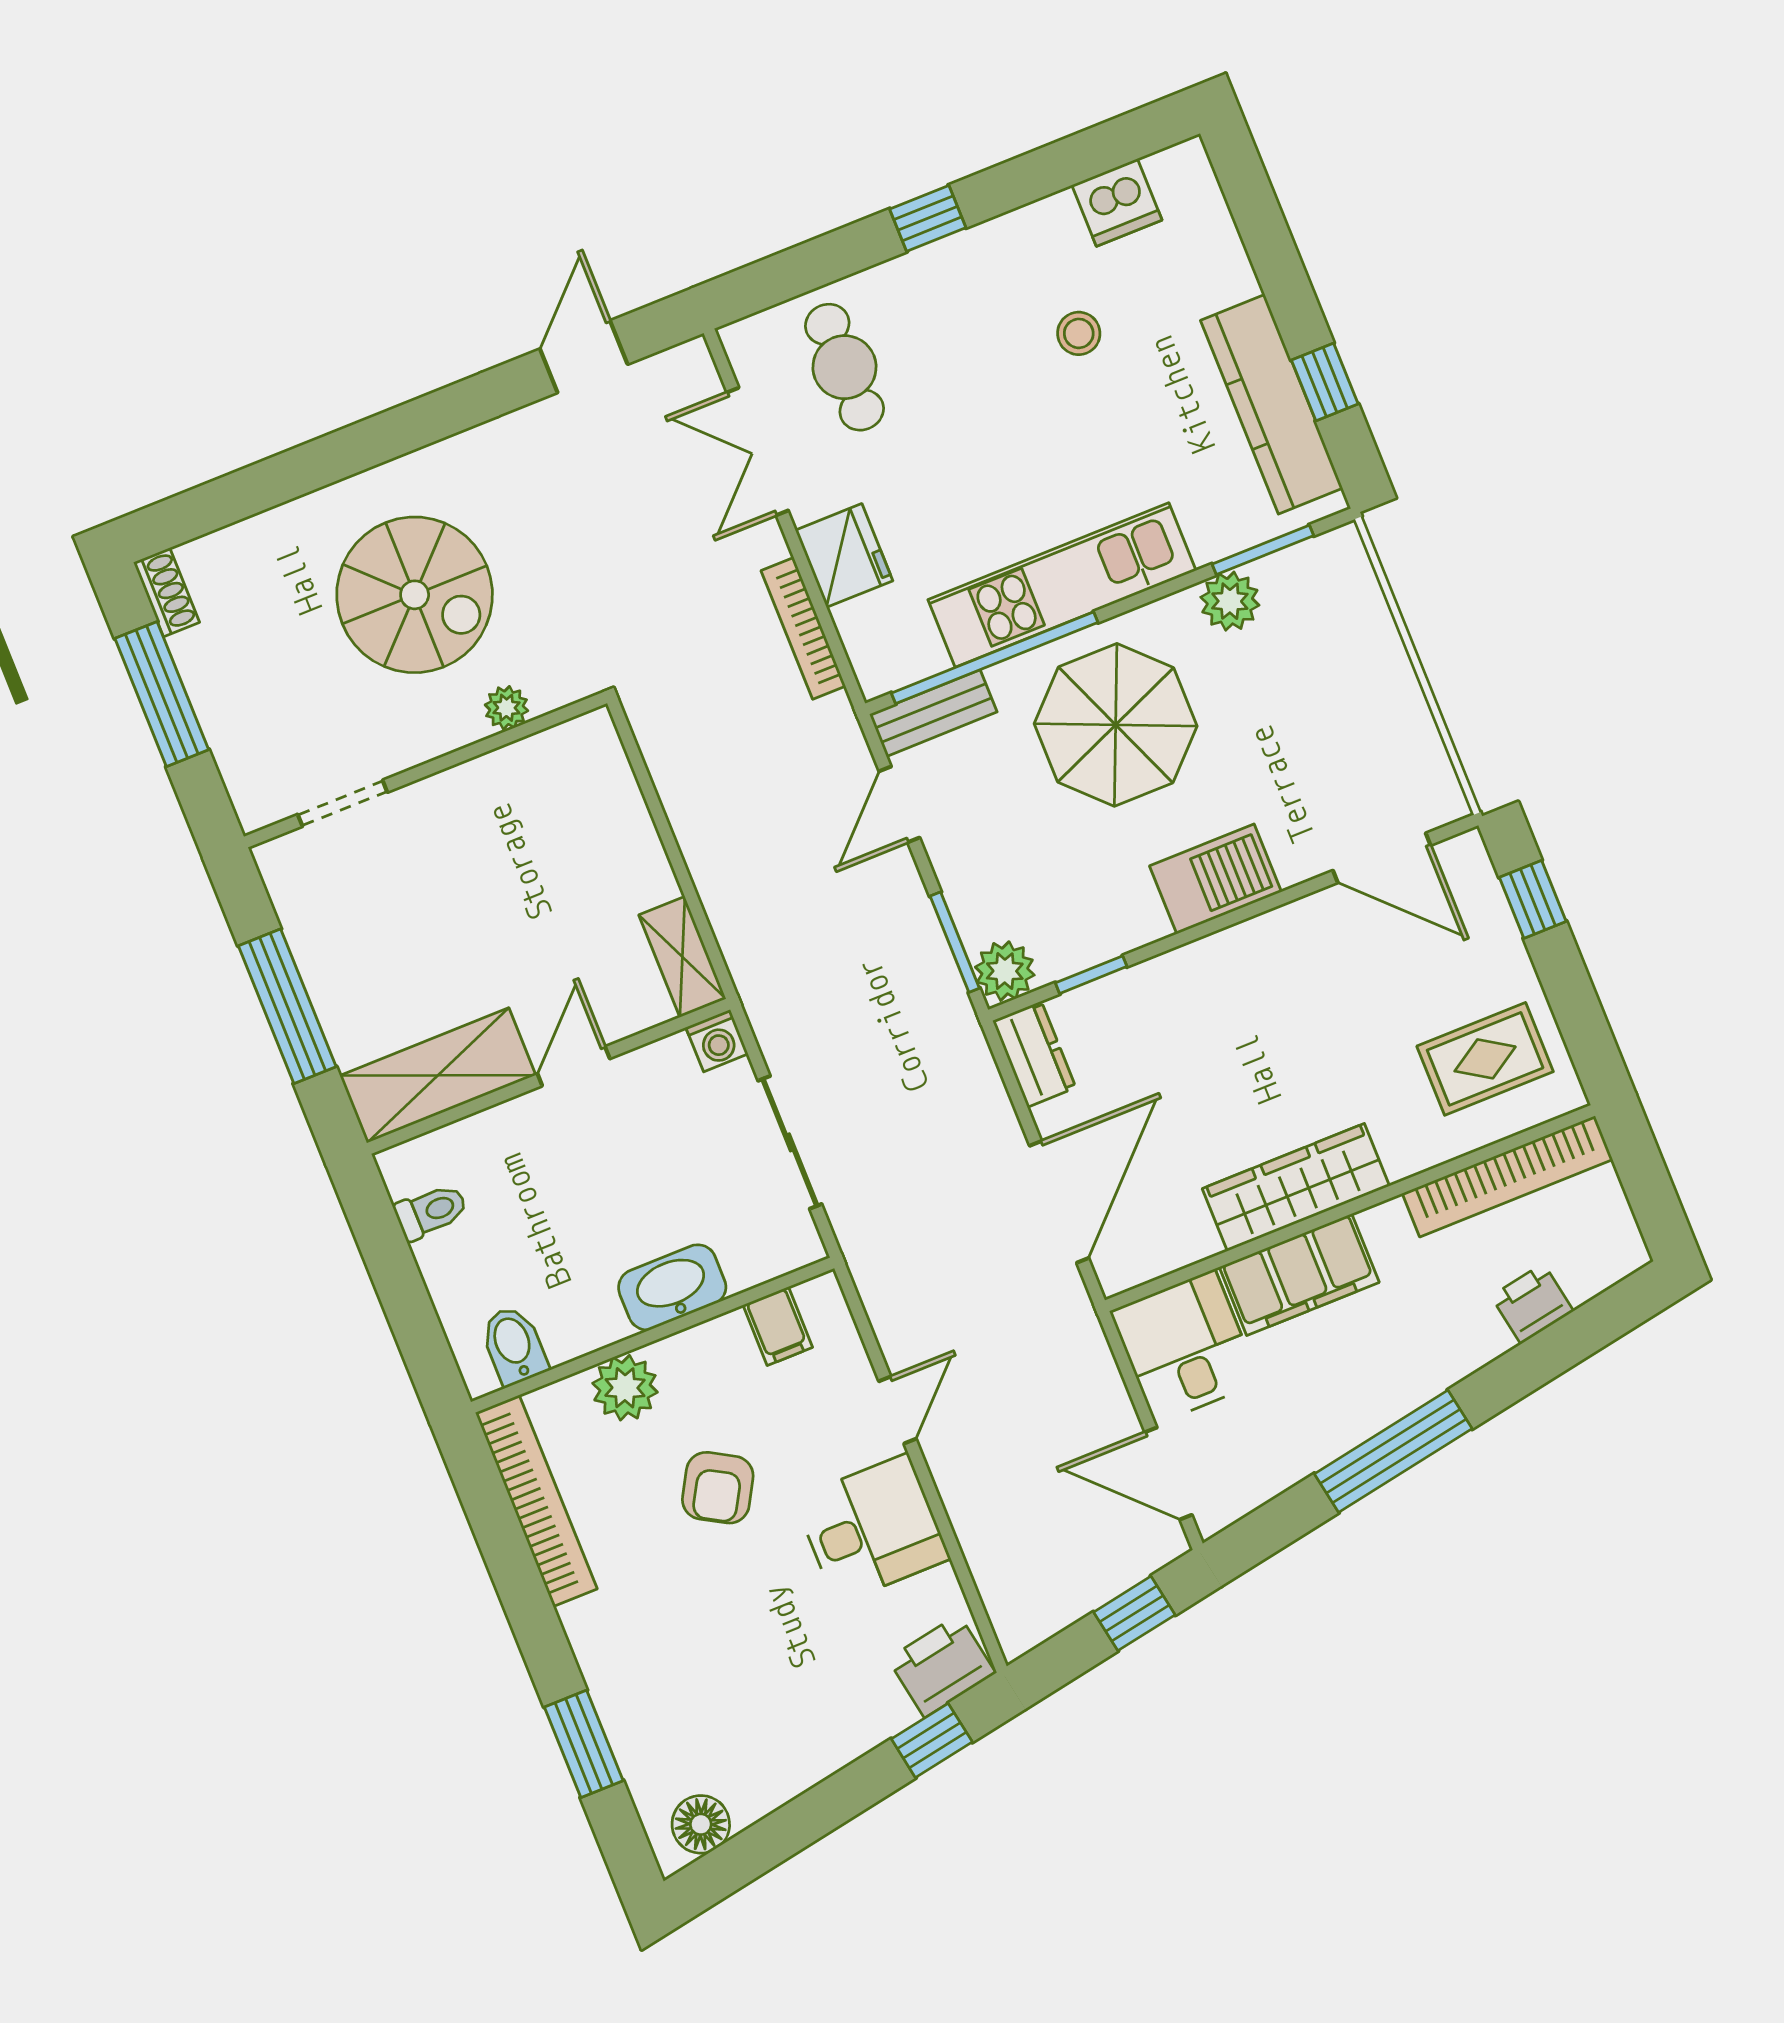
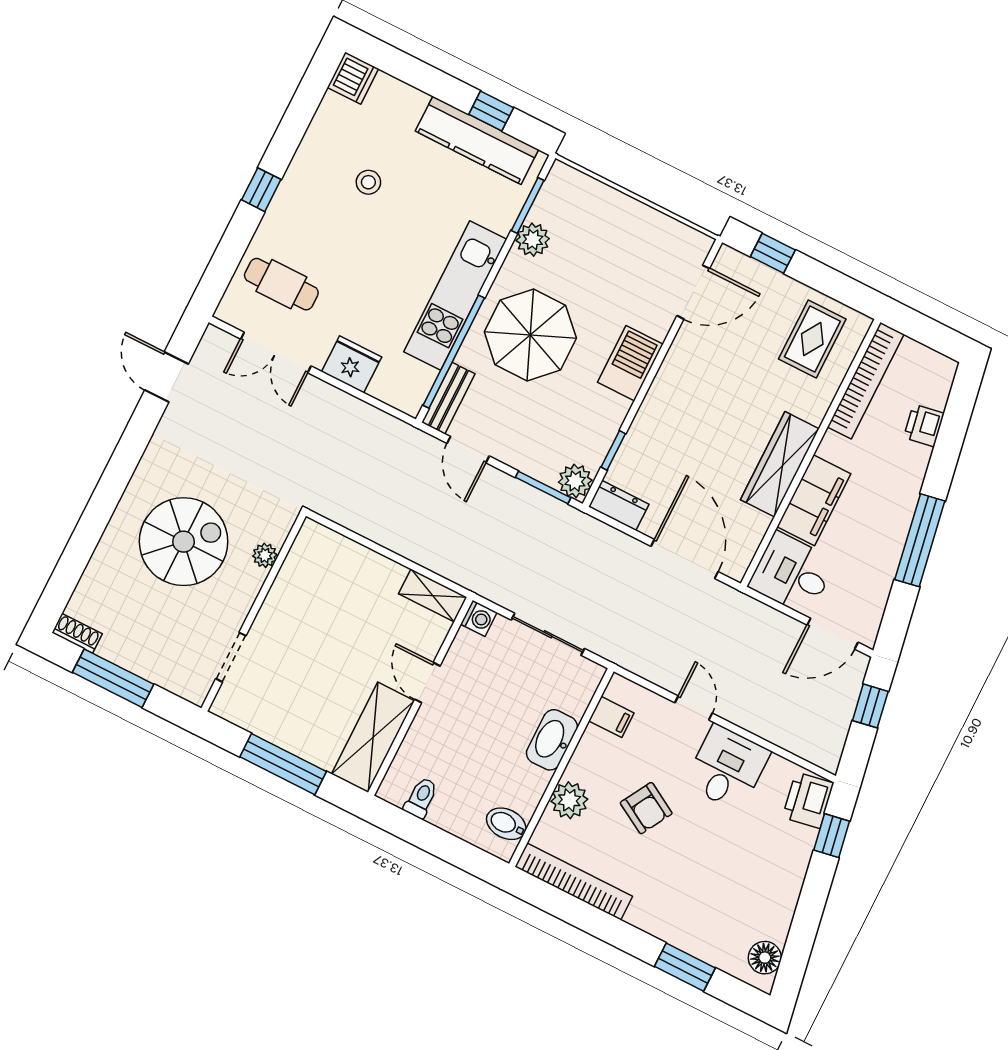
dishwasher: (1117, 203) -> (353, 78), moved
bookcase: (803, 628) -> (361, 411), removed

